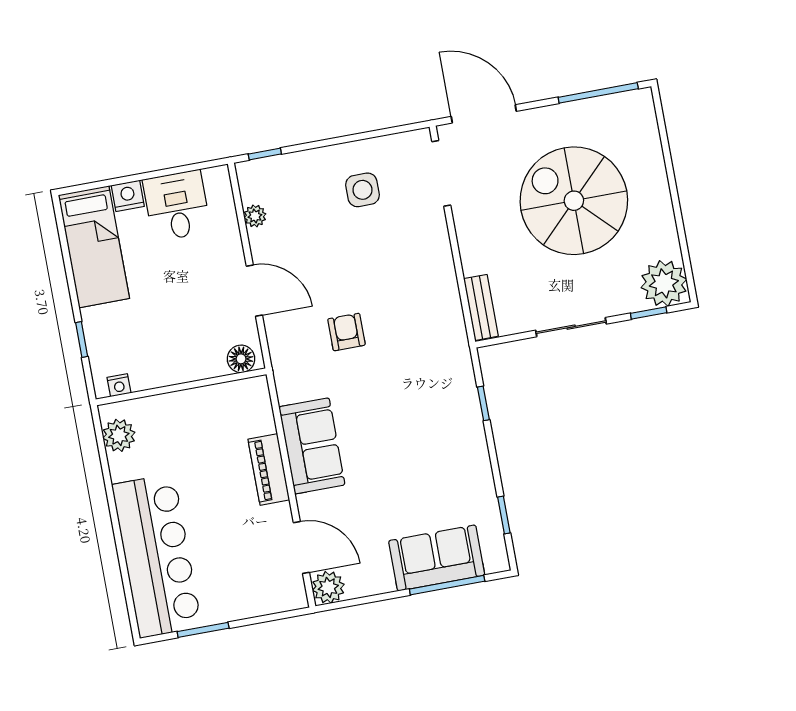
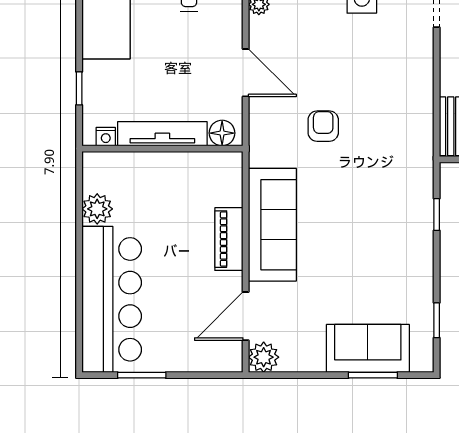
tv unit: (178, 371) -> (162, 134), added
plant: (119, 435) -> (97, 209), moved
sofa: (312, 446) -> (272, 225), width x1.36
door: (301, 547) -> (246, 316), swing flipped
window: (447, 585) -> (373, 375), width x0.69

